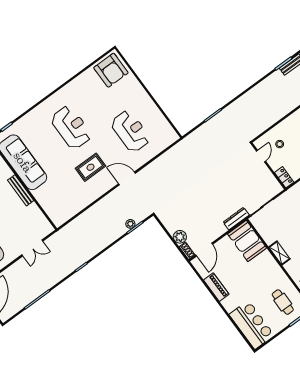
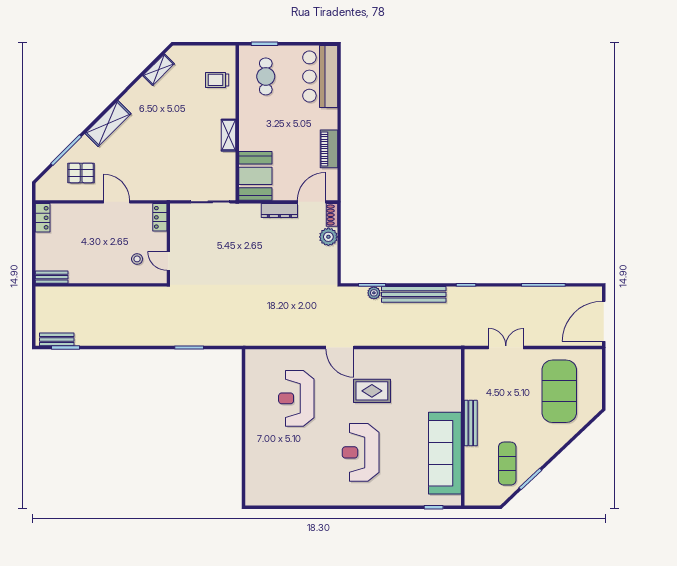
armchair: (111, 70) -> (267, 484), removed
door: (261, 156) -> (168, 261), hinge flipped
dresser: (236, 219) -> (279, 211), moved
bench: (107, 240) -> (414, 294), added

